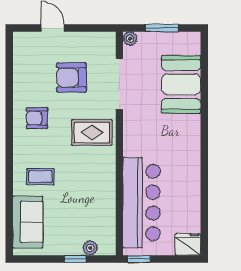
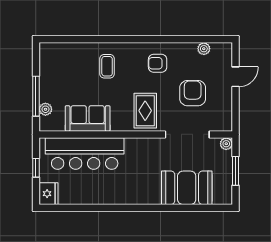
plant: (20, 65) -> (204, 49), added
armchair: (37, 118) -> (158, 63), turned -90
sofa: (28, 222) -> (88, 118), moved, turned 180
window: (75, 259) -> (36, 96), width x2.17
window: (139, 259) -> (36, 168), moved

